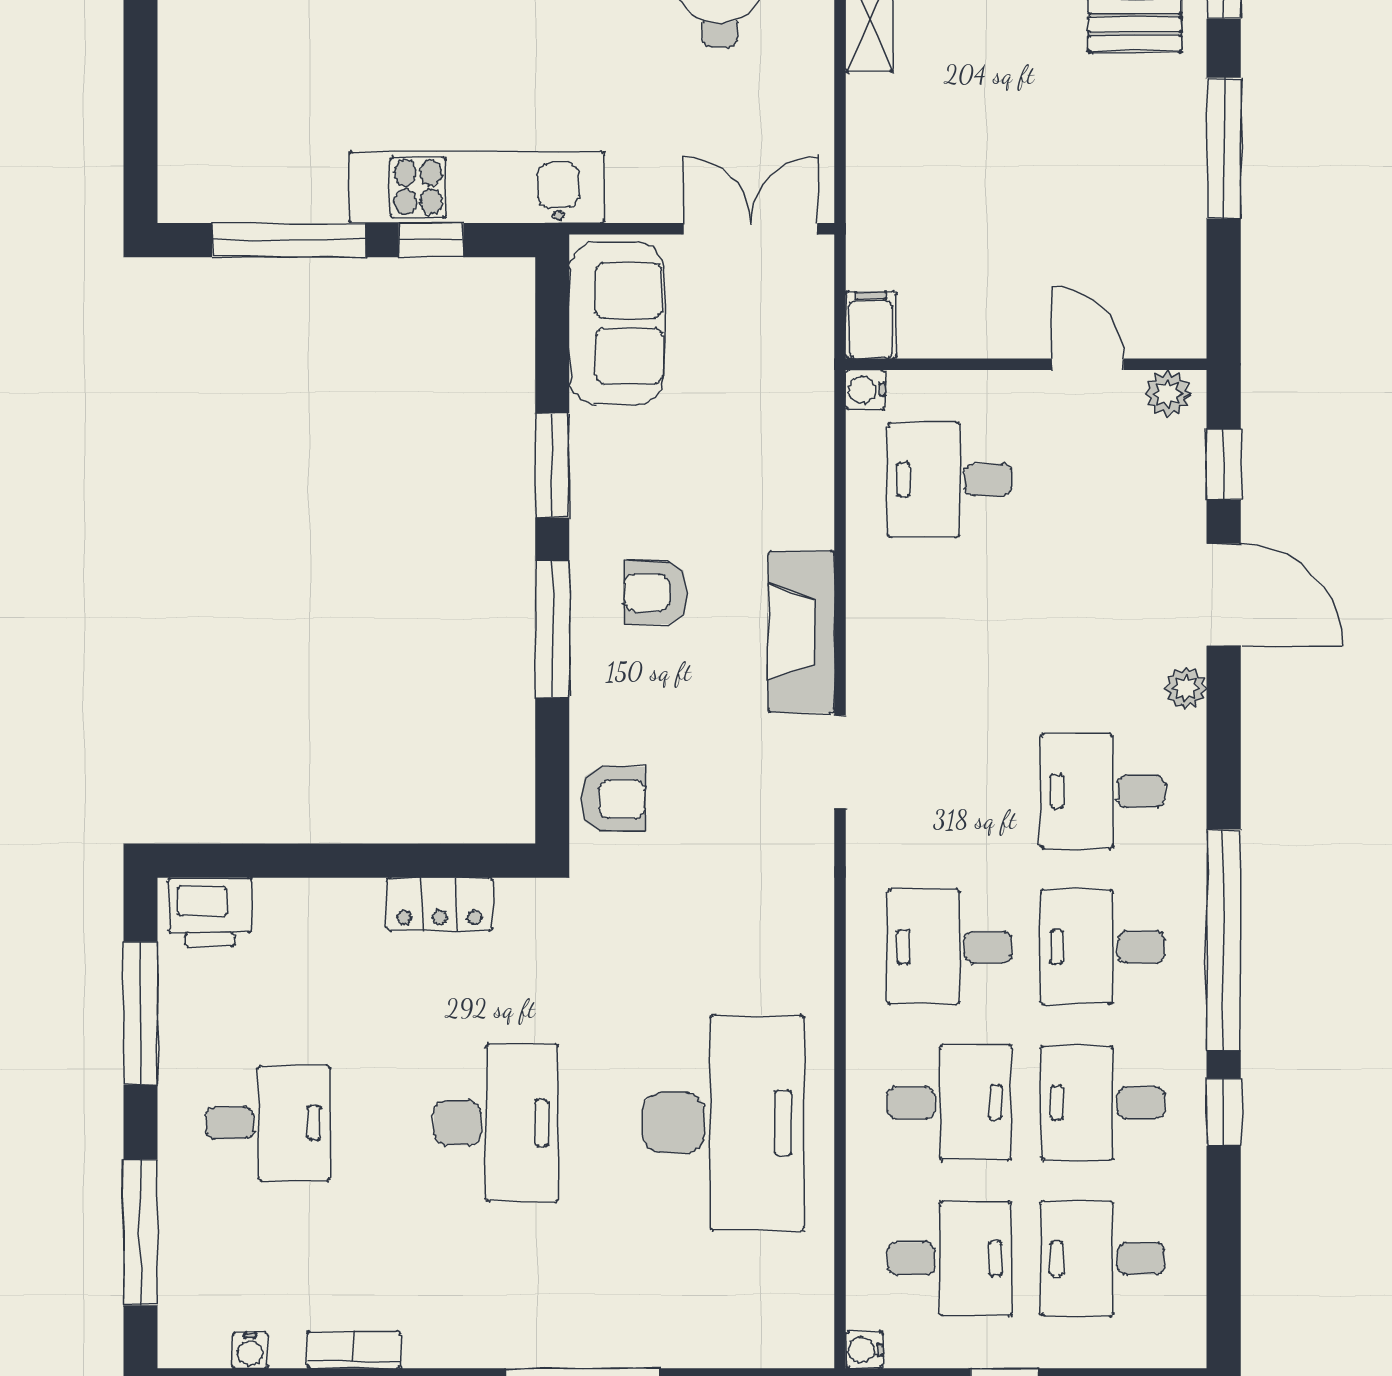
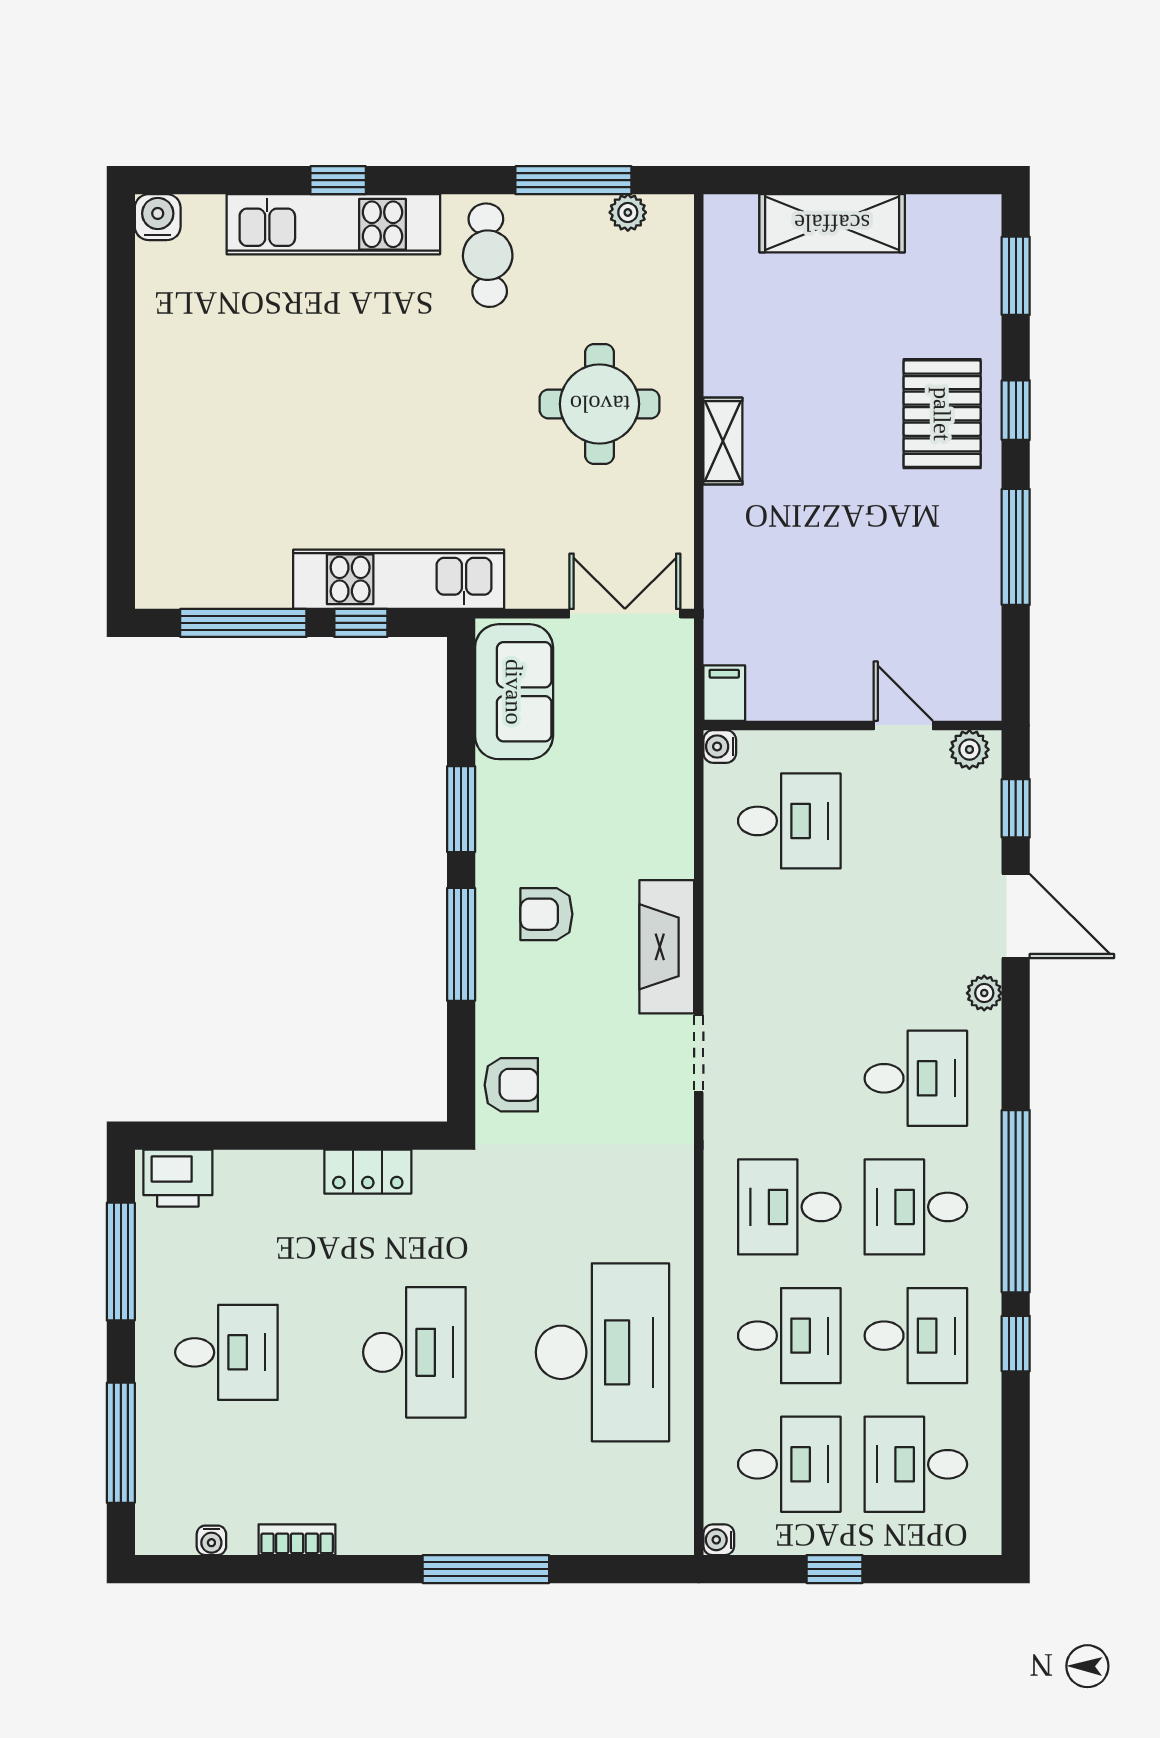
desk: (950, 480) -> (789, 821), turned 180
desk: (1103, 791) -> (916, 1078), turned 180
desk: (1103, 1103) -> (916, 1336), turned 180

